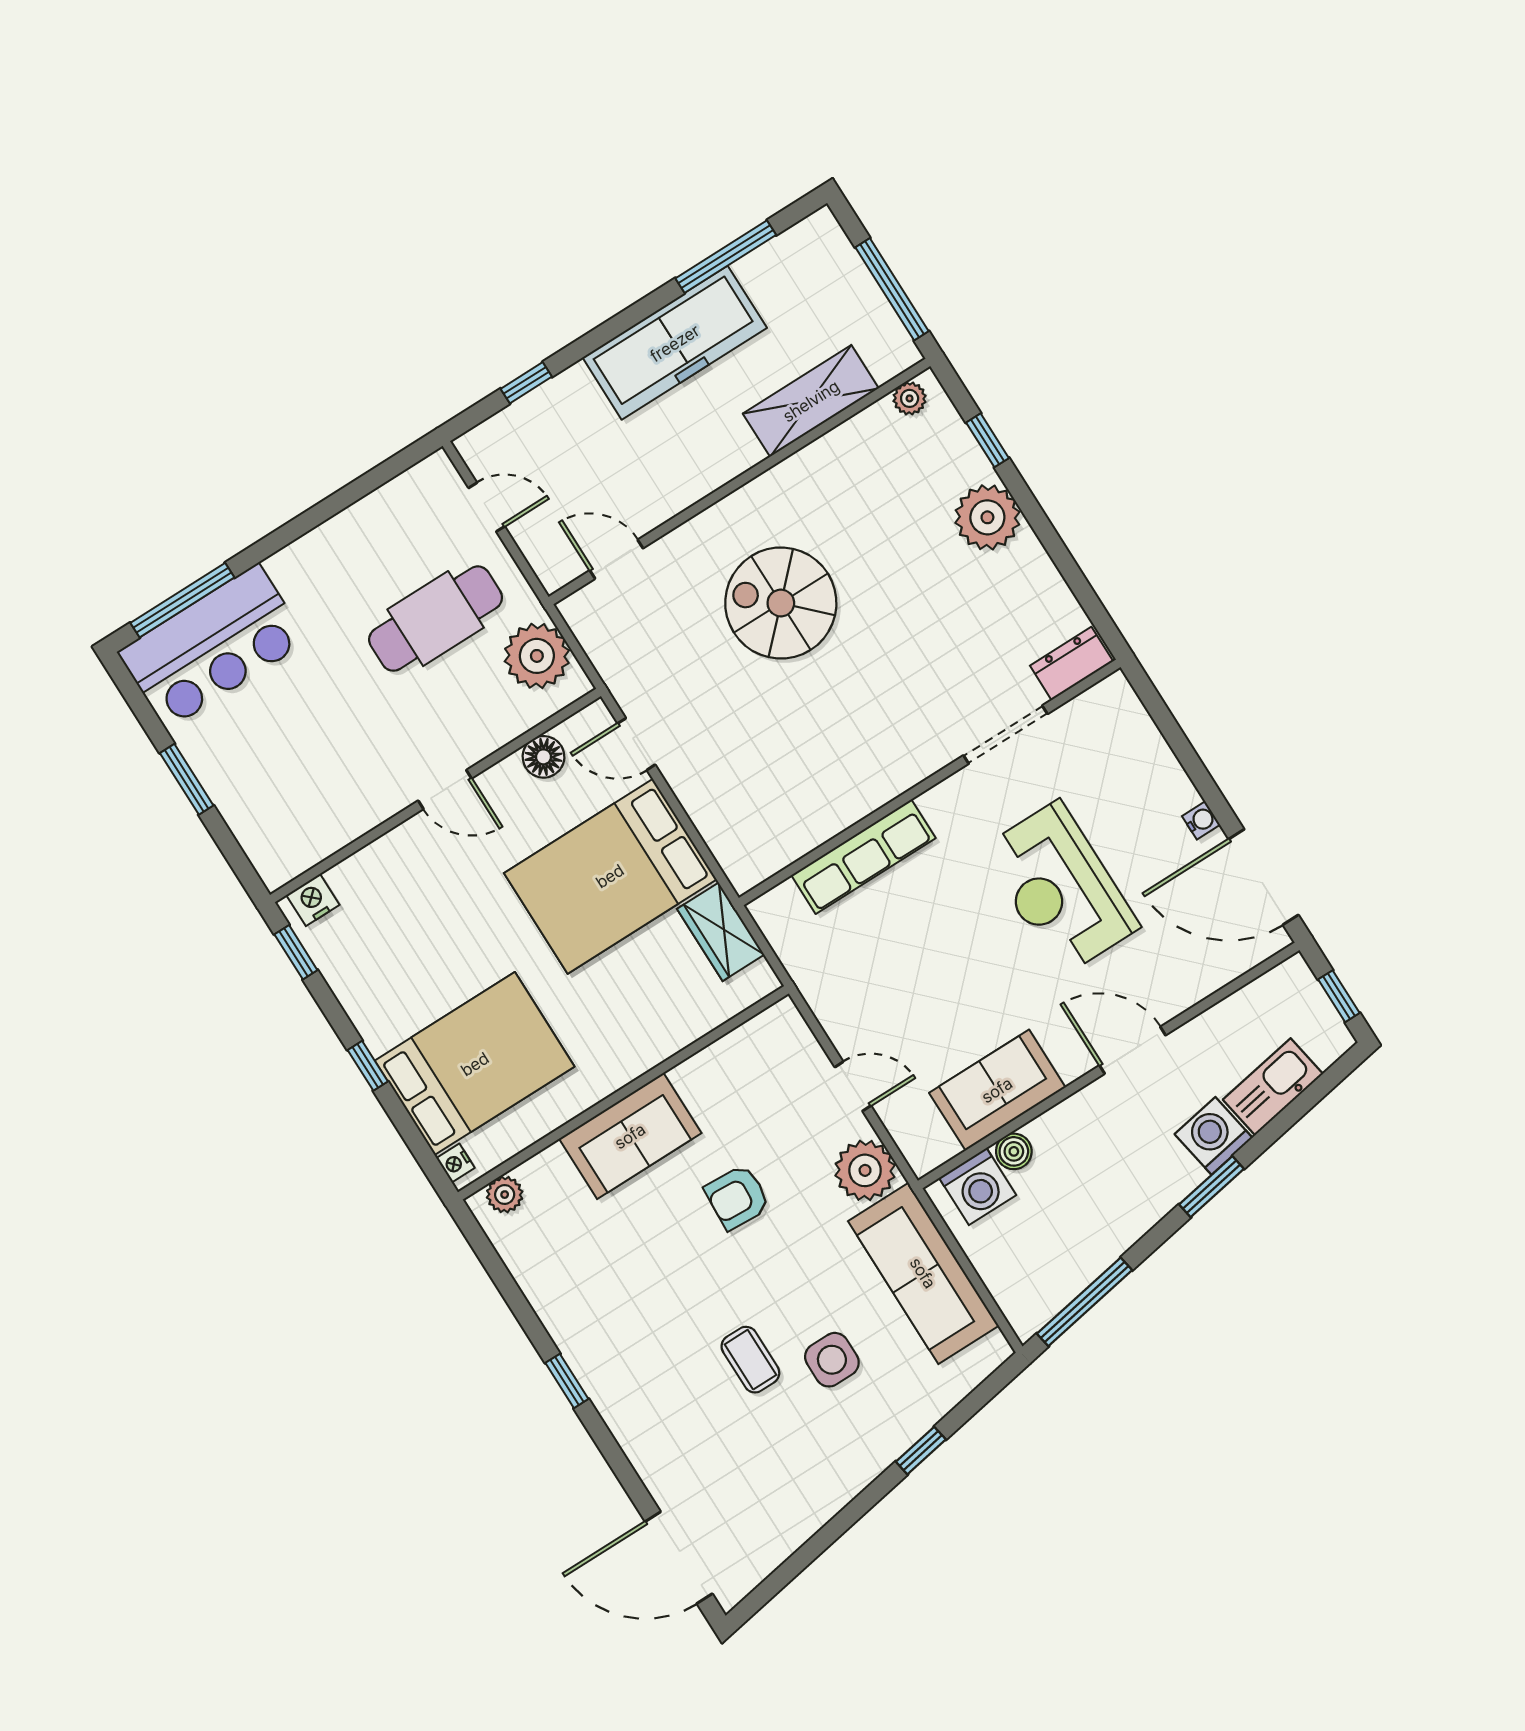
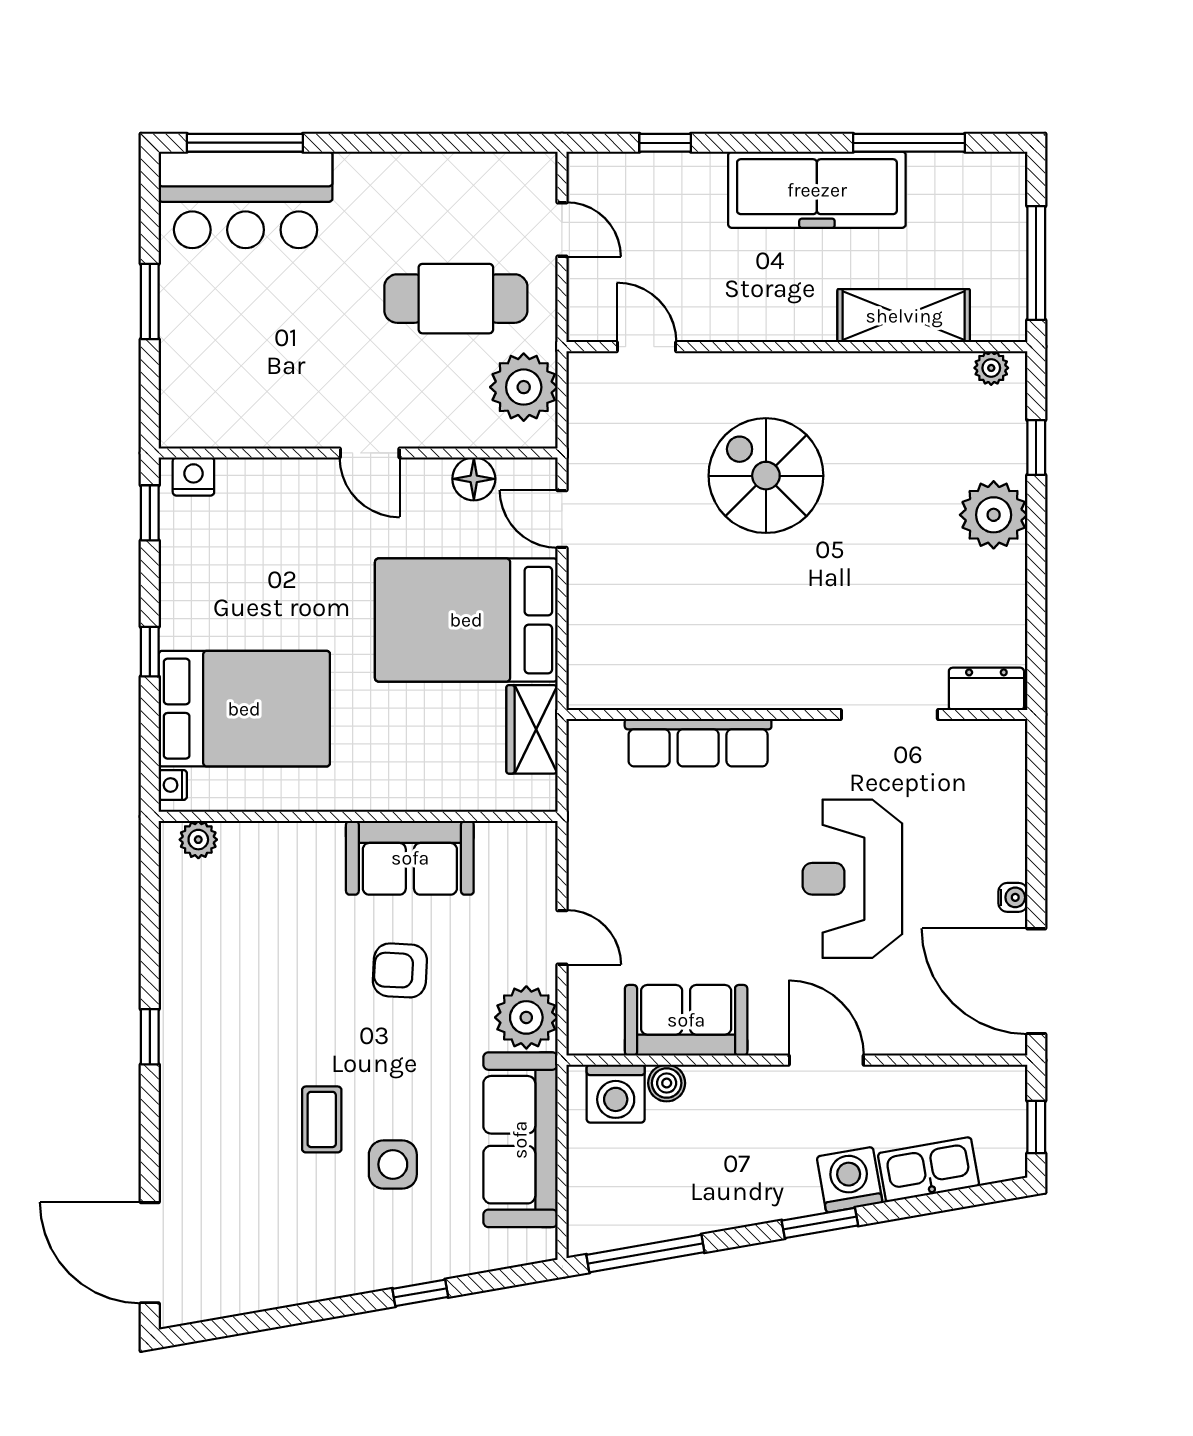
sofa: (630, 1136) -> (410, 858), moved

